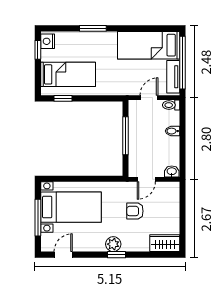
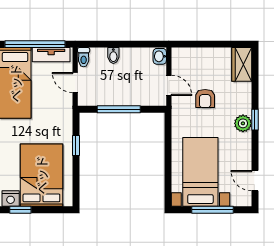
bed: (68, 74) -> (41, 175), width x1.50
window: (63, 98) -> (76, 146), moved

